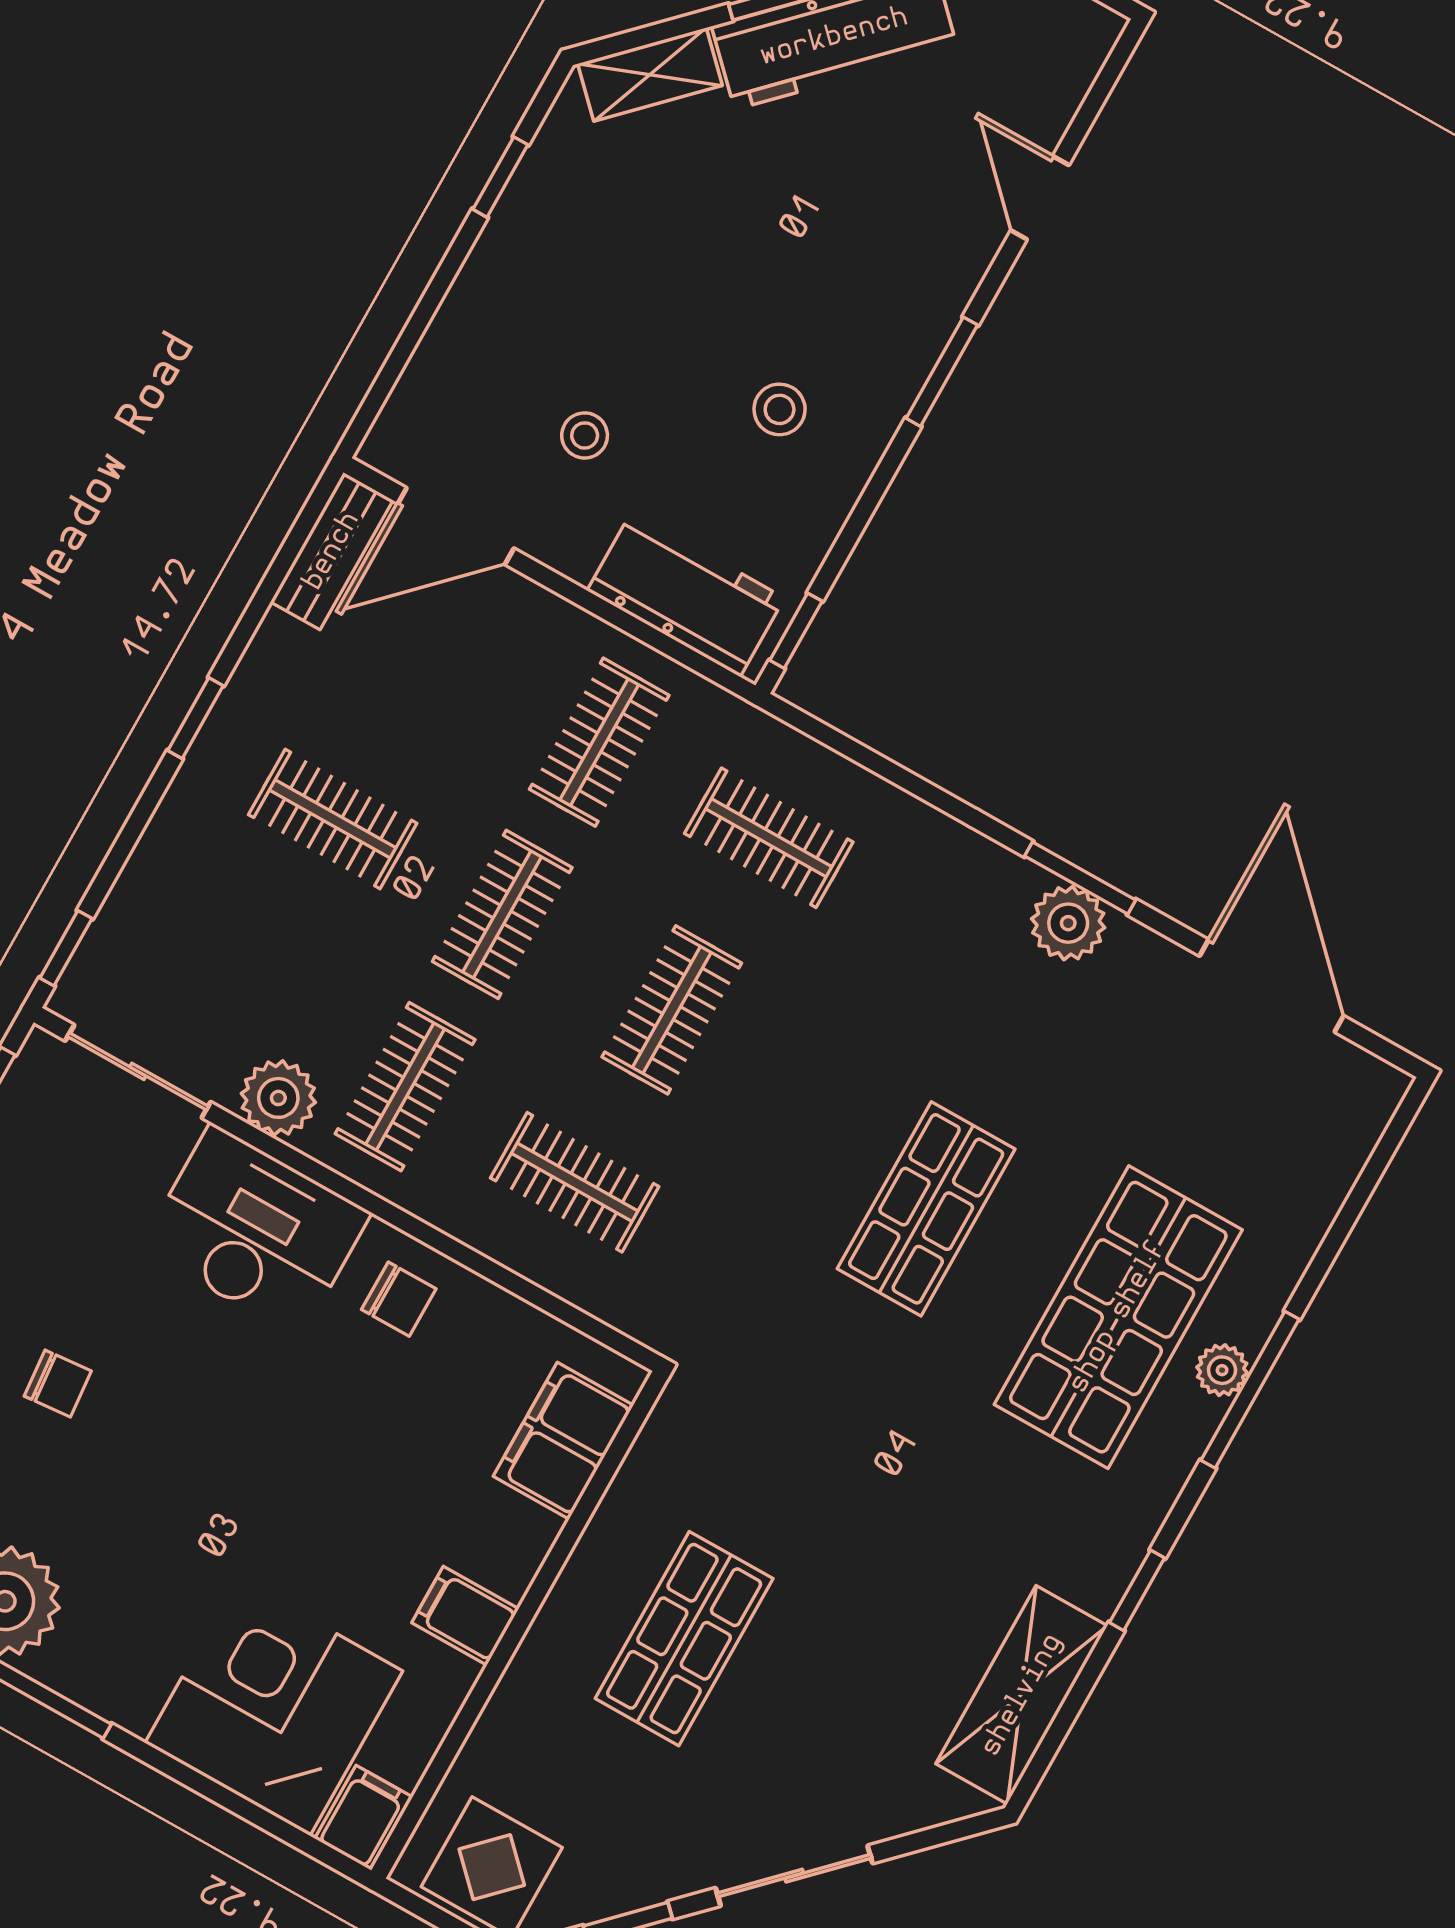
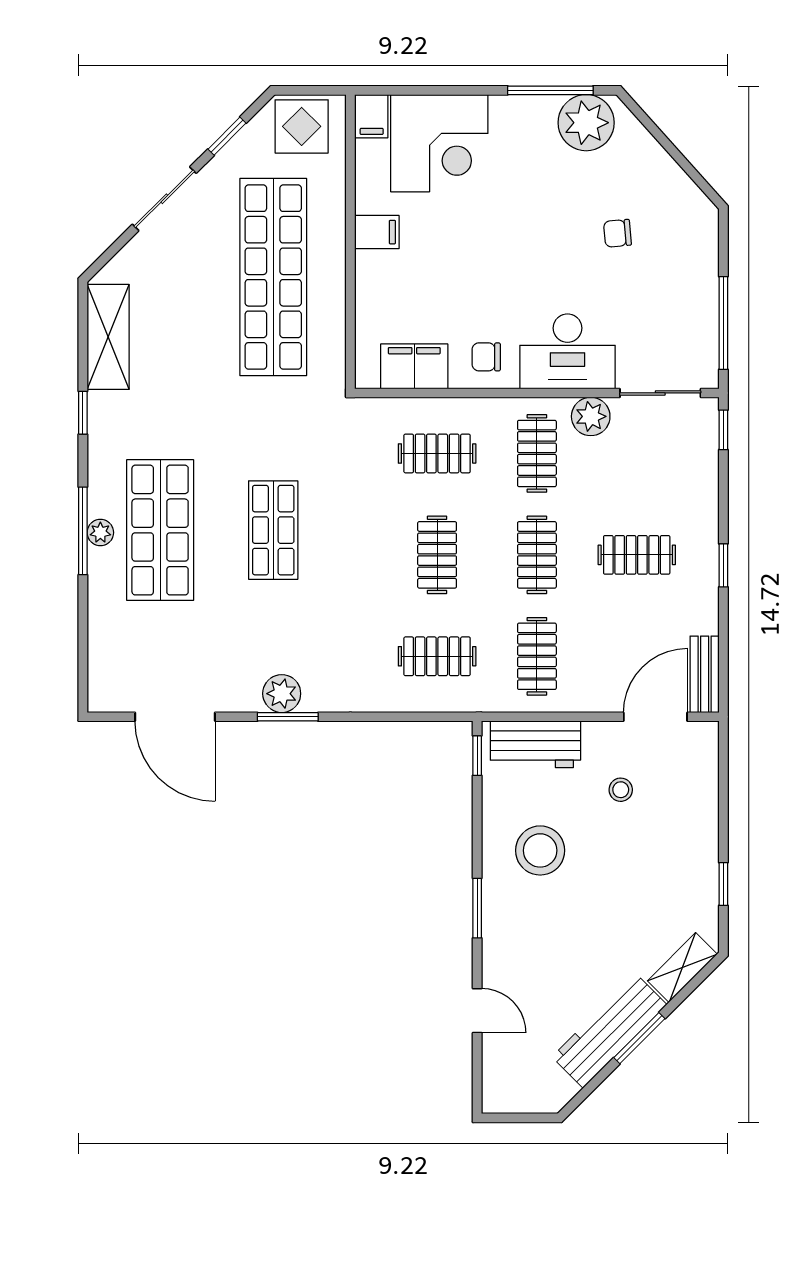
stool: (780, 409) -> (540, 850), width x1.89, depth x1.89
filing cabinet: (563, 1441) -> (414, 366), moved, turned -90
shop shelf: (684, 1639) -> (273, 277), width x2.00, depth x1.36

